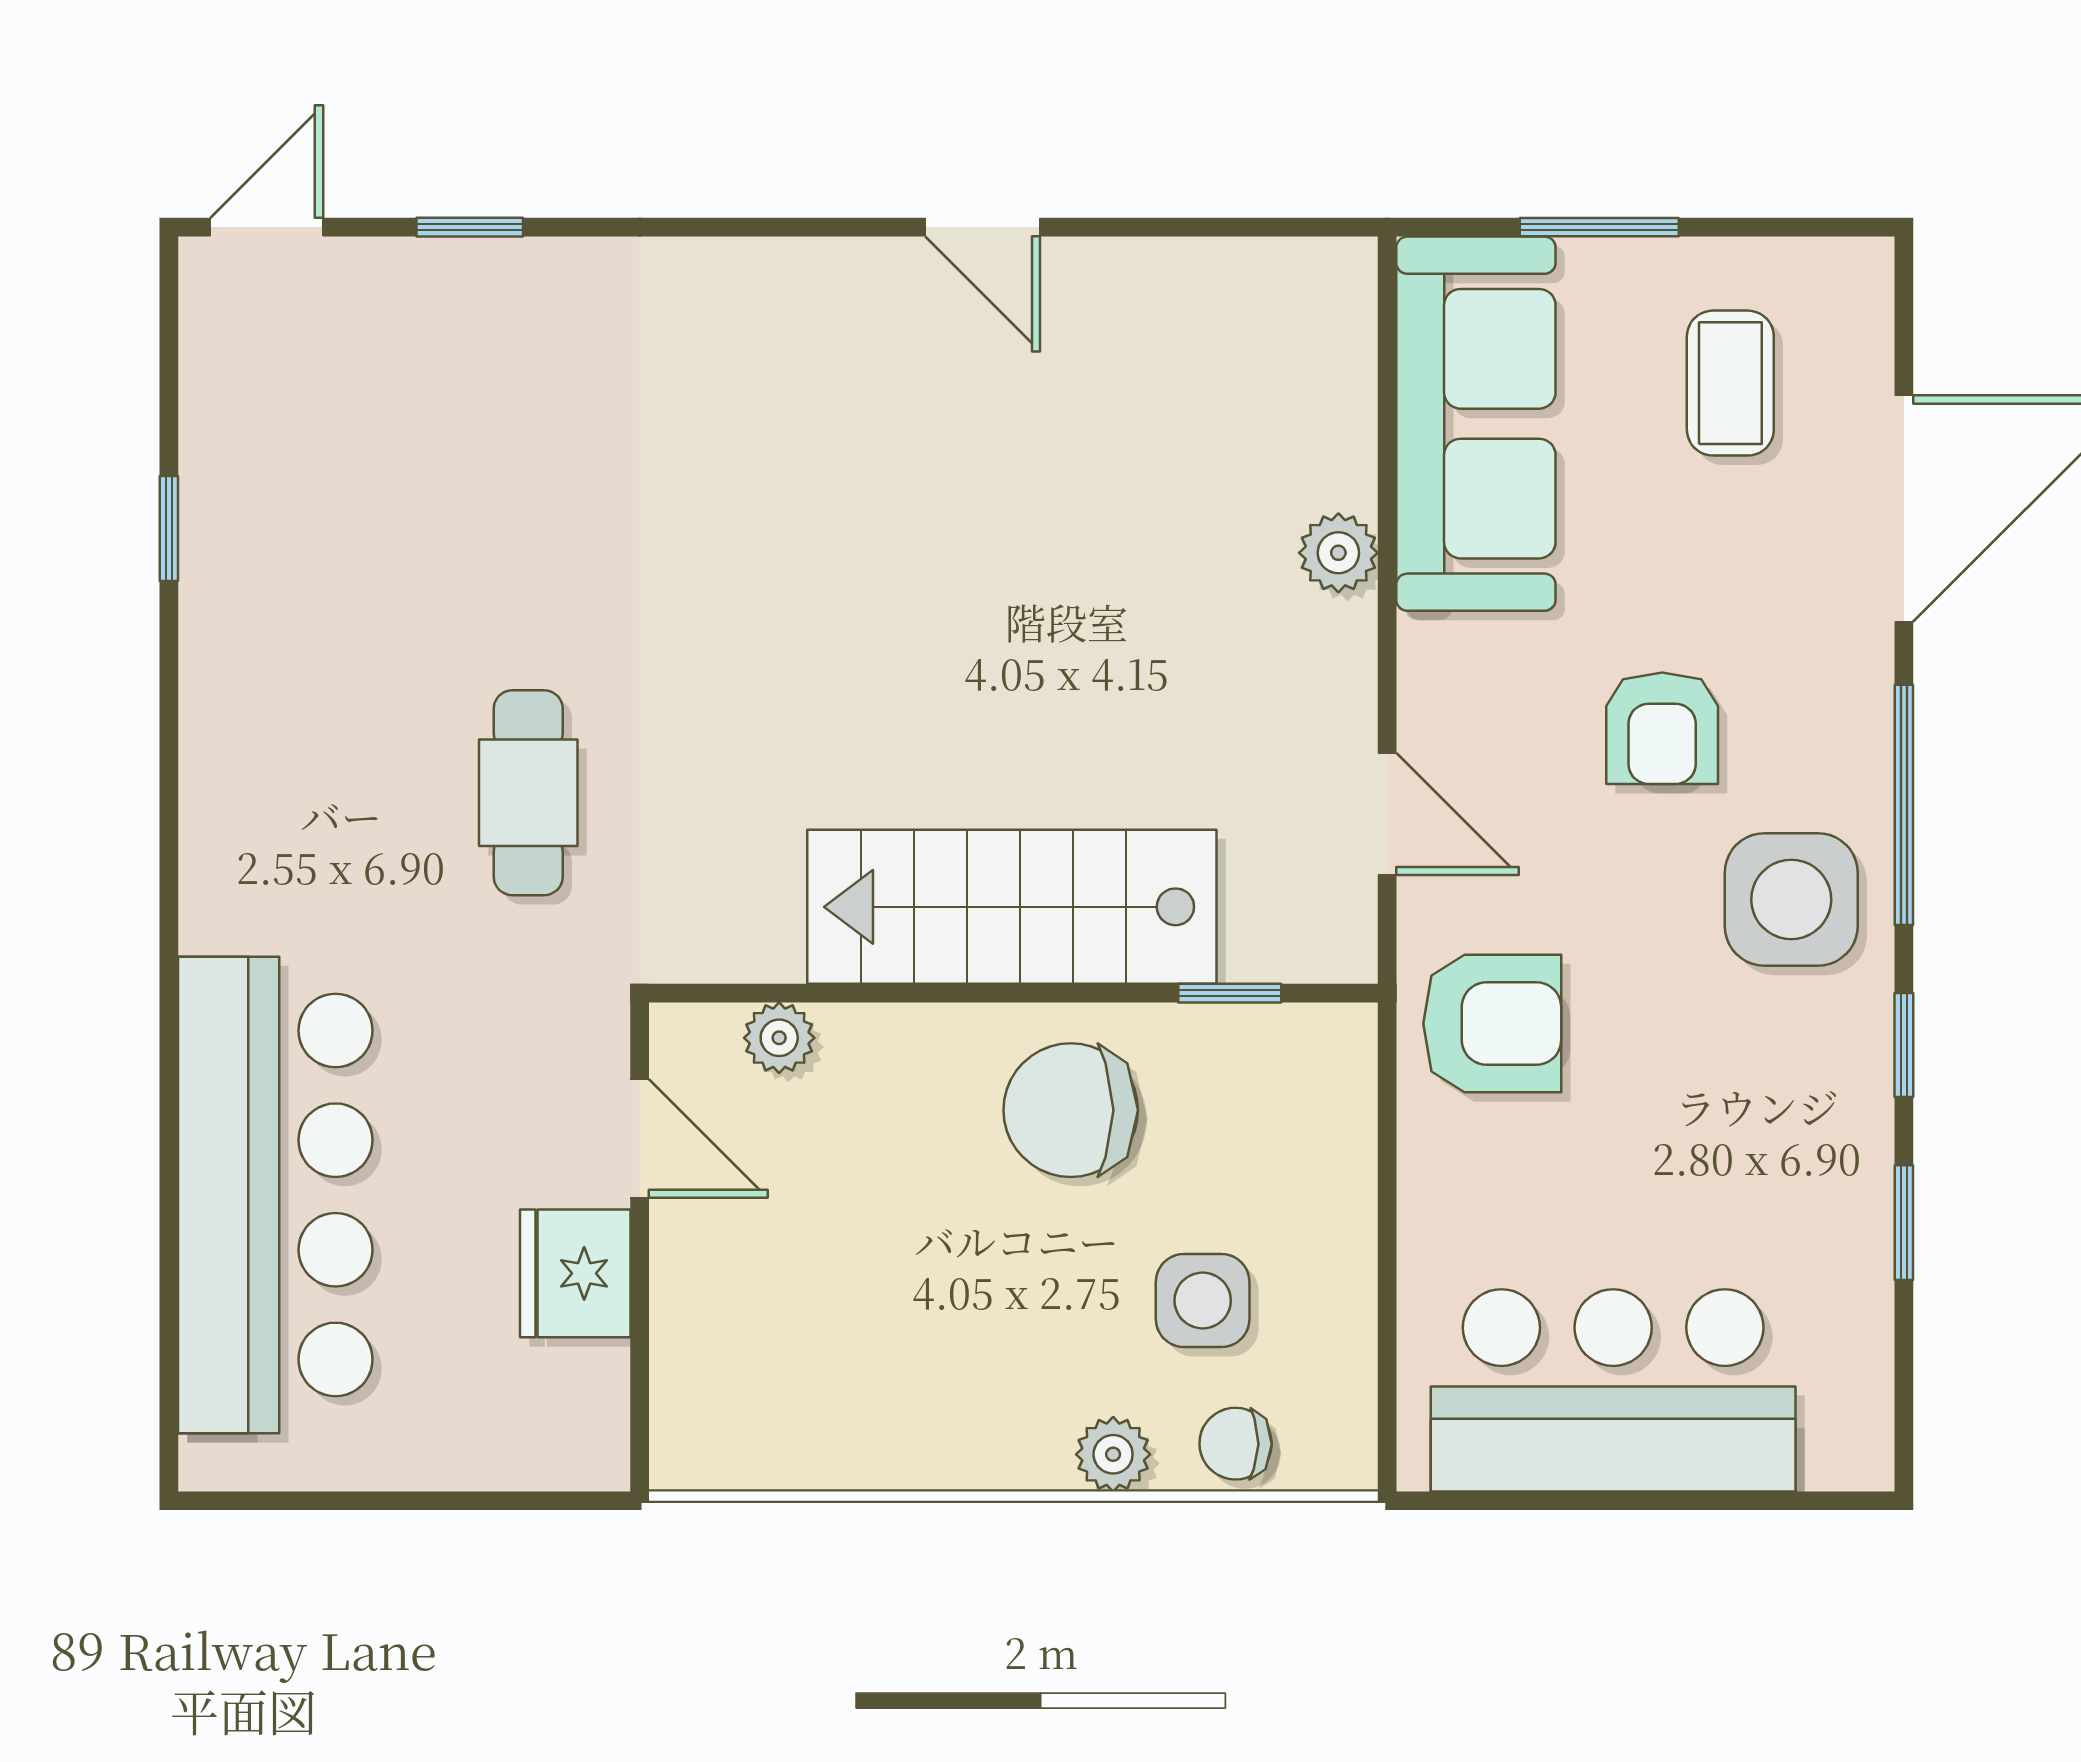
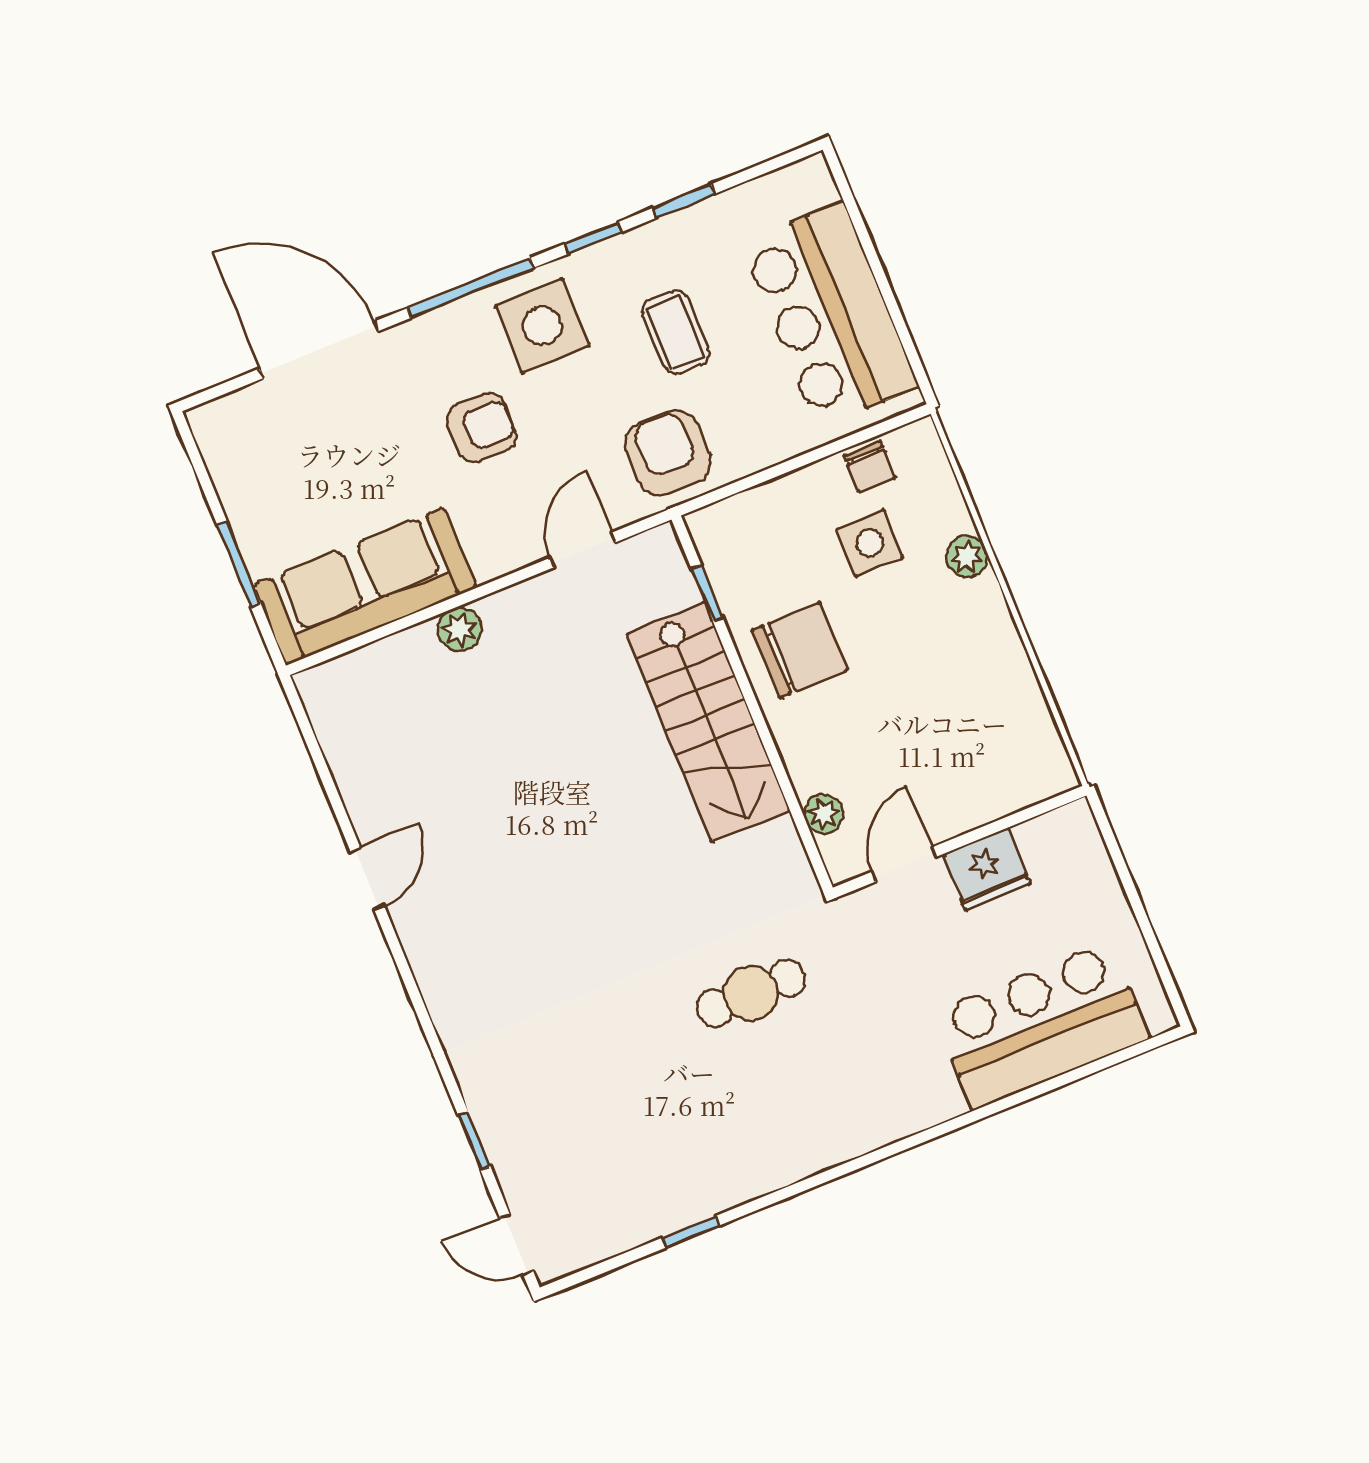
coffee table: (1730, 383) -> (676, 332), moved, turned 90
chair: (1071, 1110) -> (800, 650), turned -90
bar counter: (275, 1195) -> (1041, 1025), width x0.73
chair: (1236, 1444) -> (870, 467), moved

